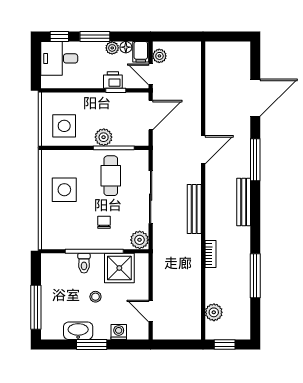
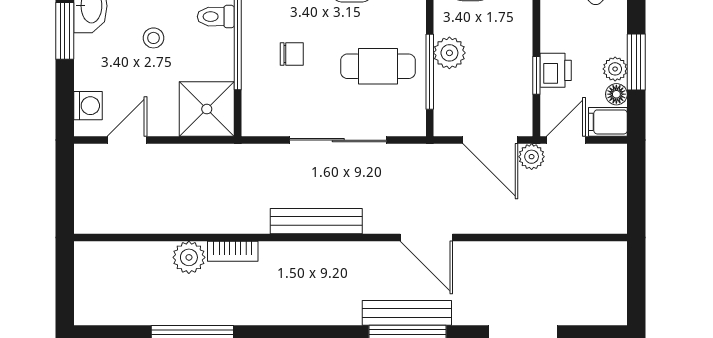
window: (95, 36) -> (636, 62), moved
plant: (159, 56) -> (532, 157), moved
bench: (244, 202) -> (407, 313), moved
plant: (140, 240) -> (259, 120), removed
shower: (119, 268) -> (207, 109), moved
plant: (214, 312) -> (189, 257), moved
washing machine: (119, 332) -> (88, 106), moved
window: (225, 345) -> (65, 278), removed

